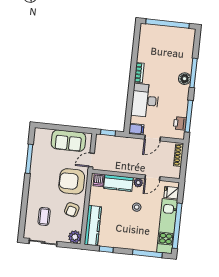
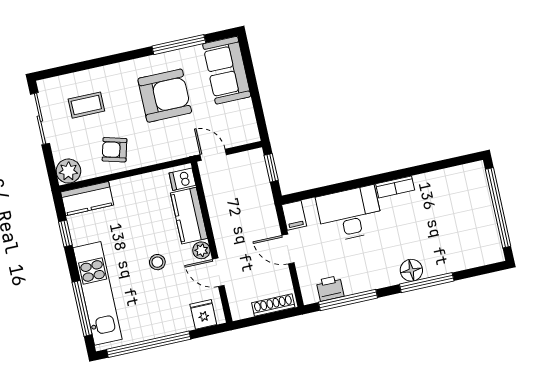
sofa: (68, 141) -> (227, 70), moved
armchair: (72, 181) -> (165, 96), moved, turned 90
kitchen counter: (93, 226) -> (87, 199), width x0.67
kitchen unit: (167, 226) -> (98, 293), moved, turned 90

